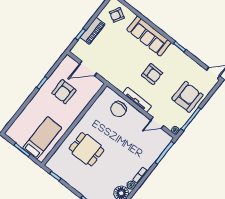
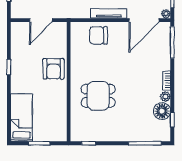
armchair: (64, 92) -> (54, 69), moved
chair: (119, 109) -> (98, 35), turned 90
door: (157, 123) -> (144, 20), width x1.88
bed: (42, 138) -> (21, 118), moved

